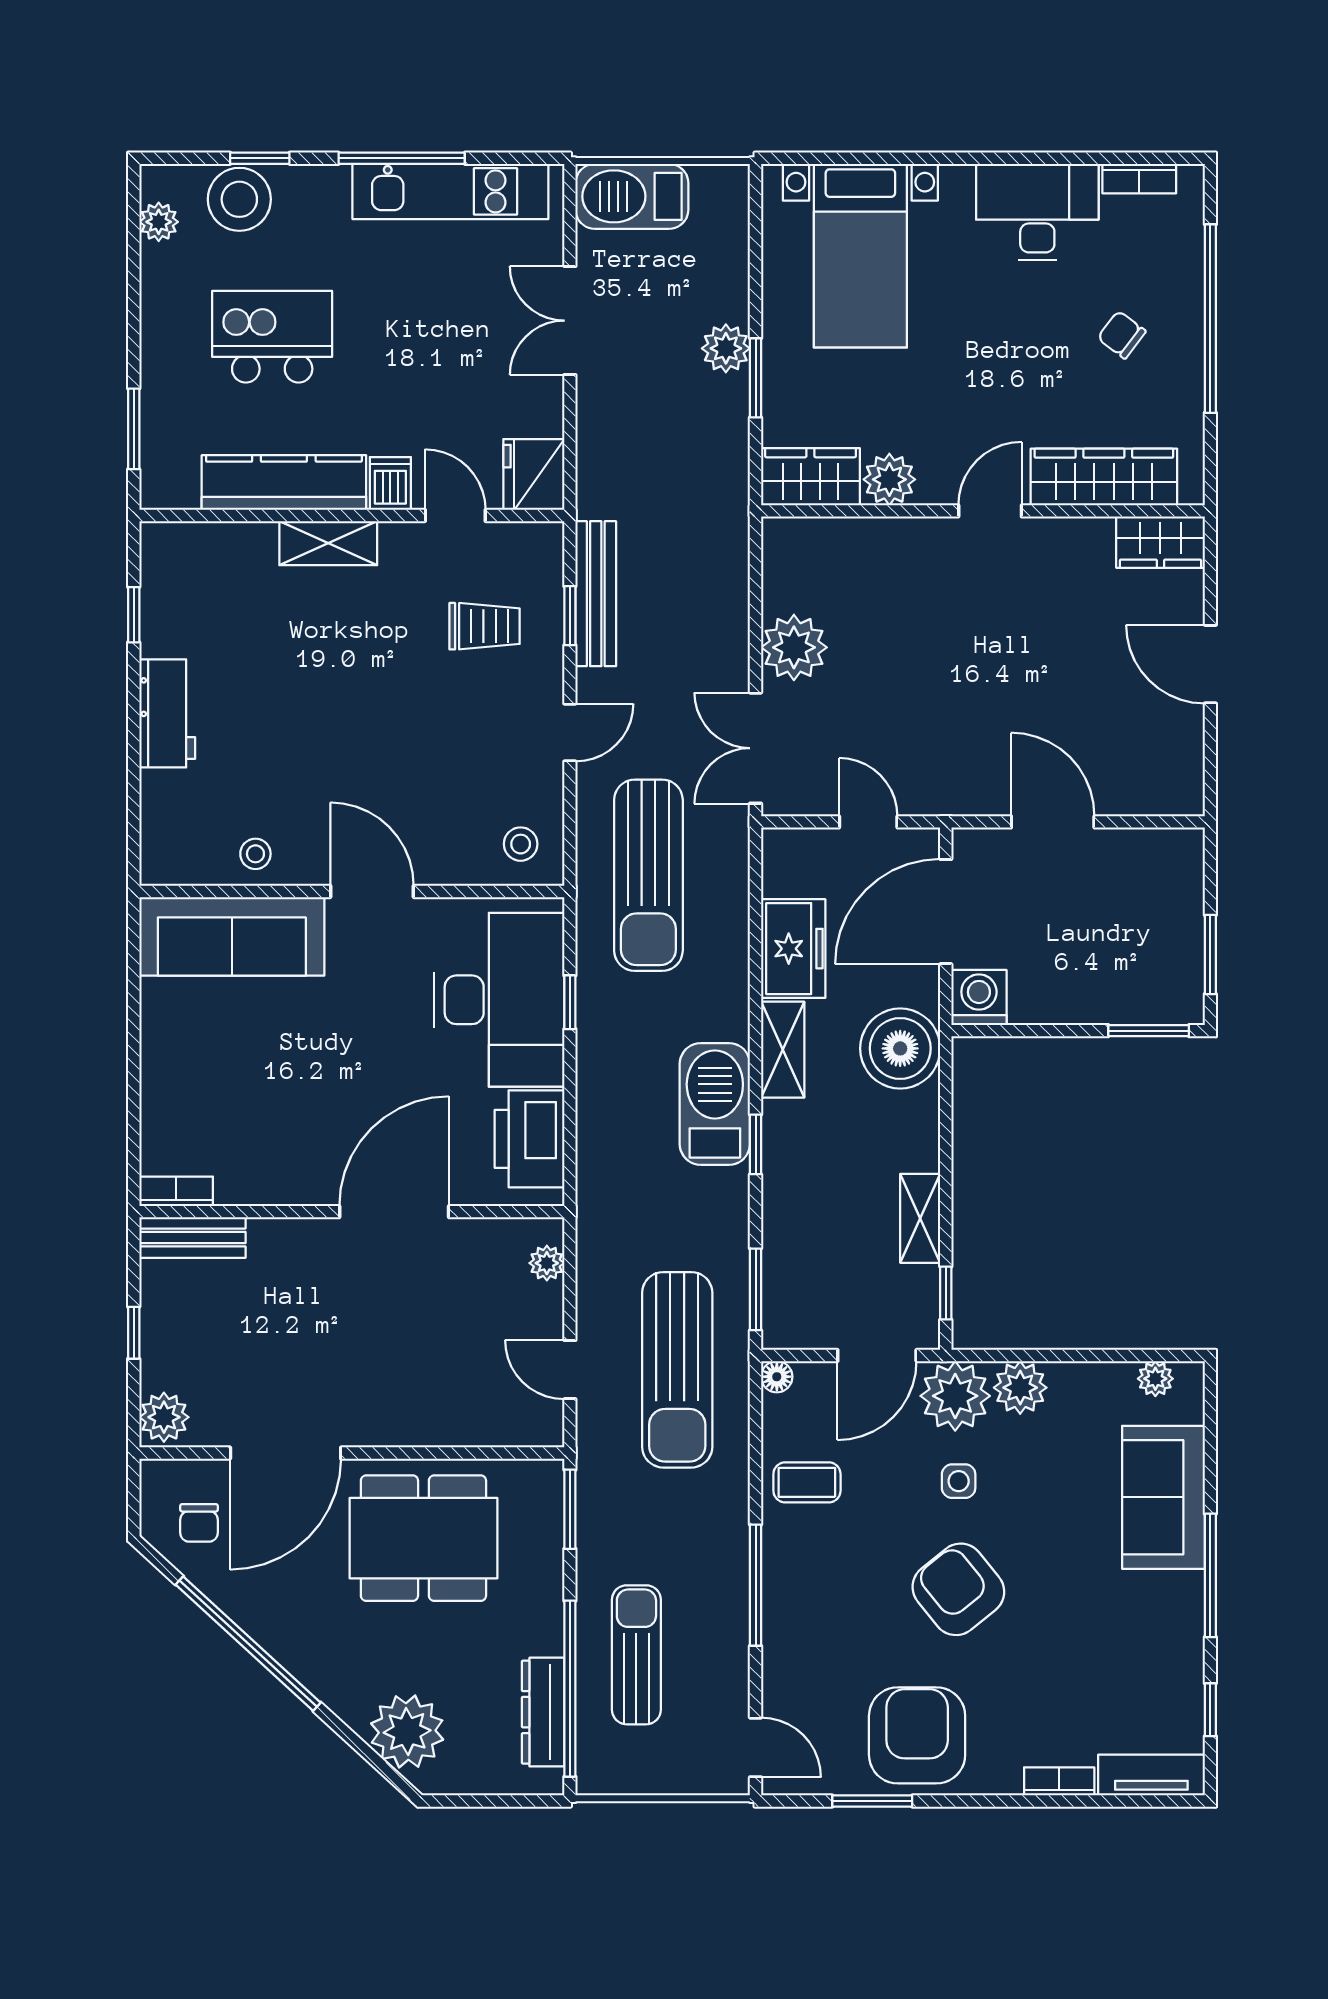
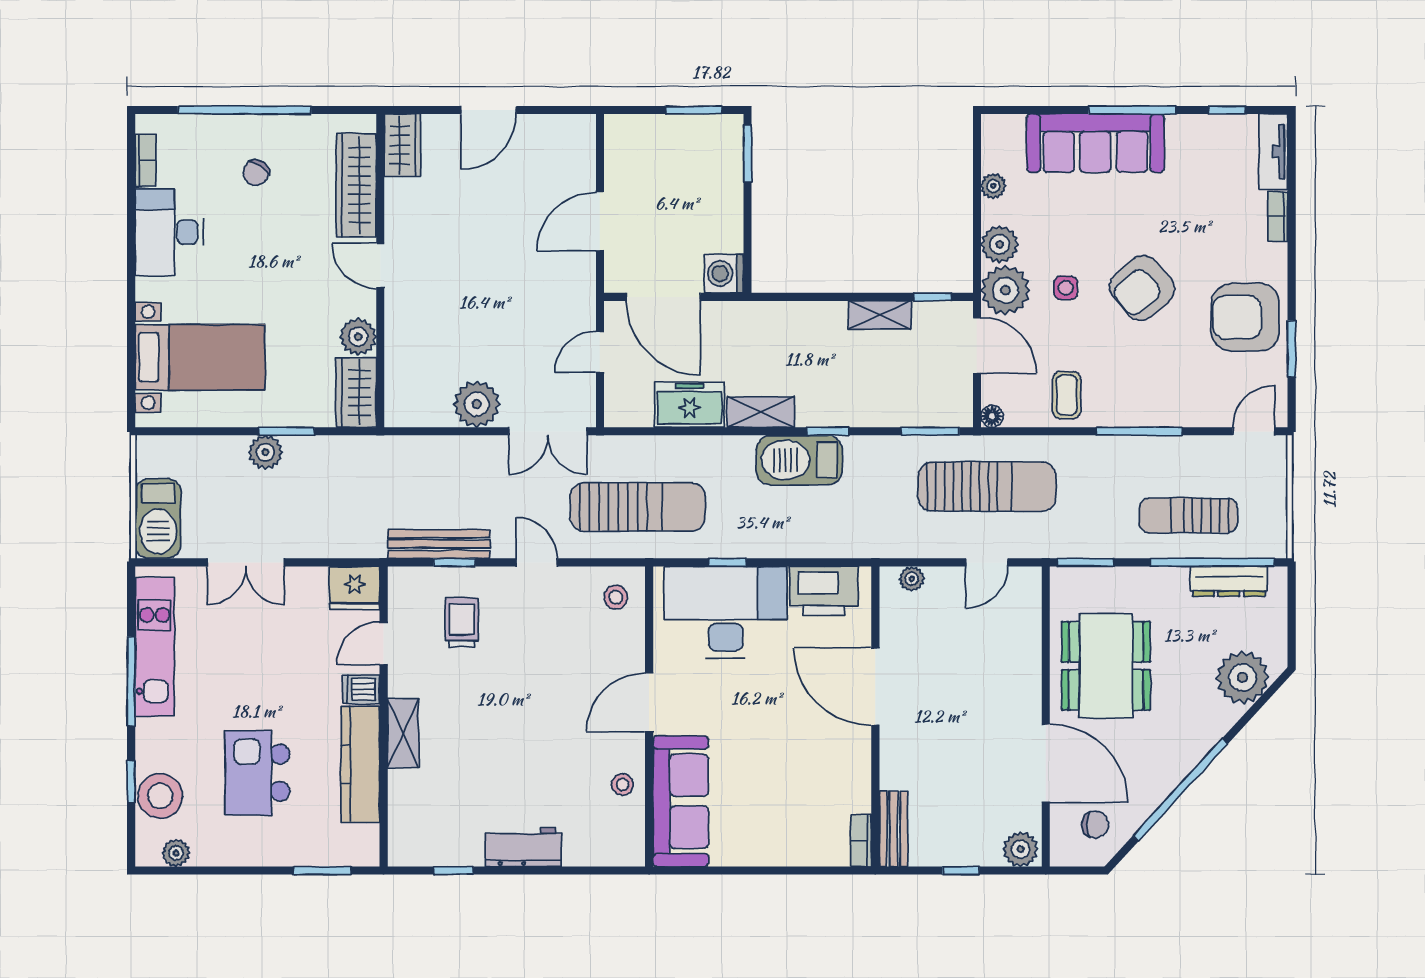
boiler: (900, 1048) -> (760, 329), removed
plant: (1155, 1379) -> (993, 186), moved
sofa: (1163, 1497) -> (1095, 143), width x1.36

